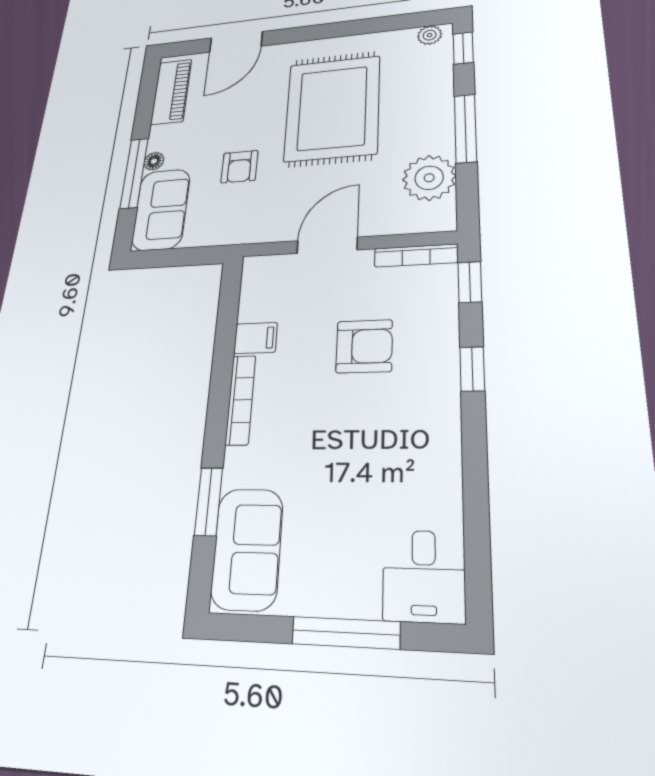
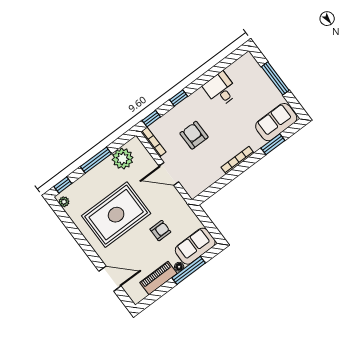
piano: (171, 92) -> (159, 278), moved
filing cabinet: (256, 338) -> (216, 172), removed
desk: (424, 576) -> (221, 89), moved, turned -90

